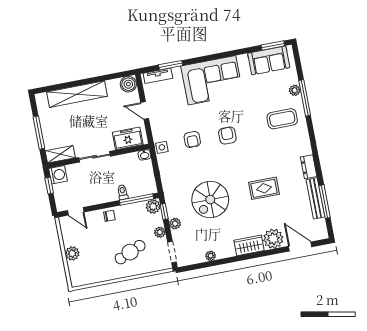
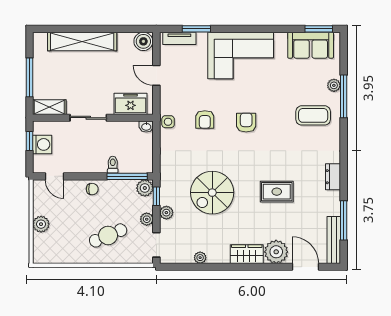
washing machine: (58, 175) -> (42, 144), moved
bench: (315, 198) -> (334, 240), moved

